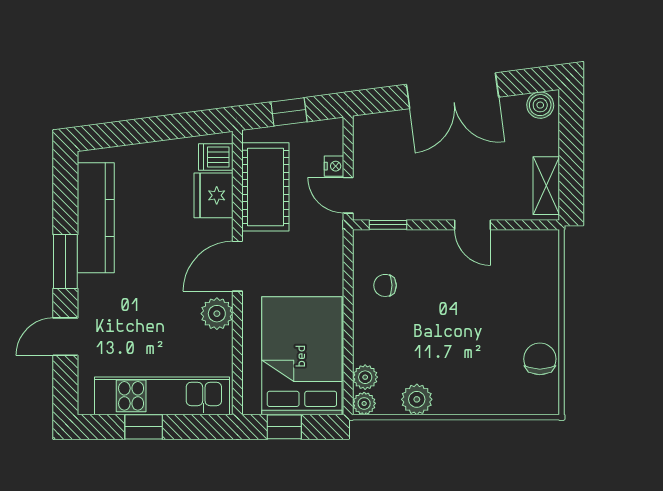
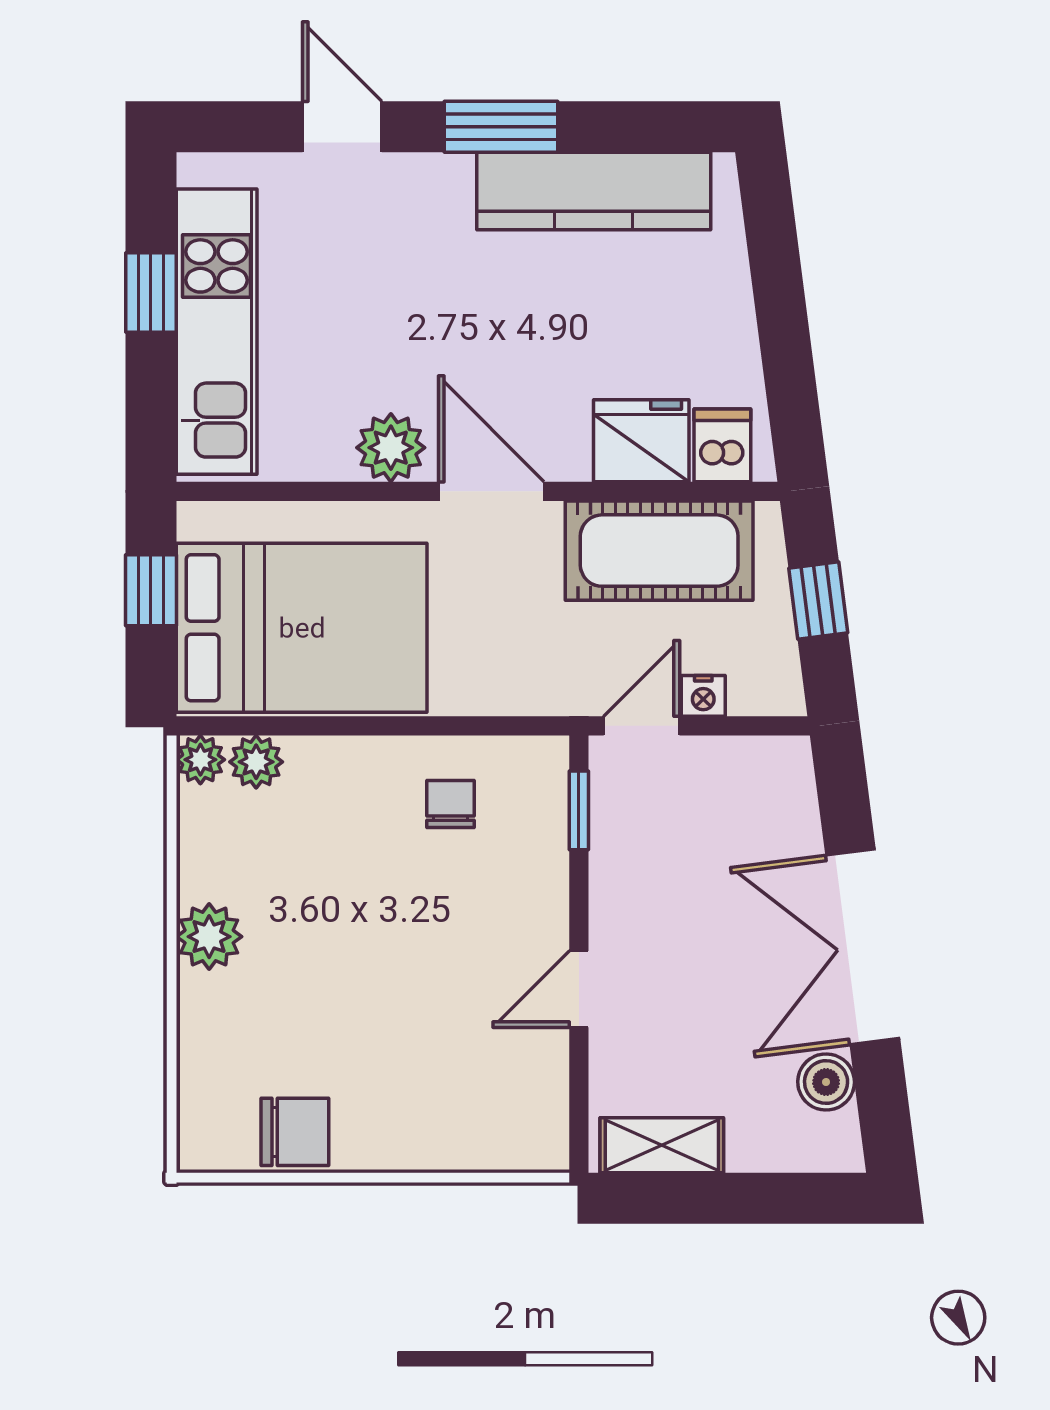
boiler: (540, 105) -> (826, 1082), moved
plant: (417, 399) -> (209, 937), moved

